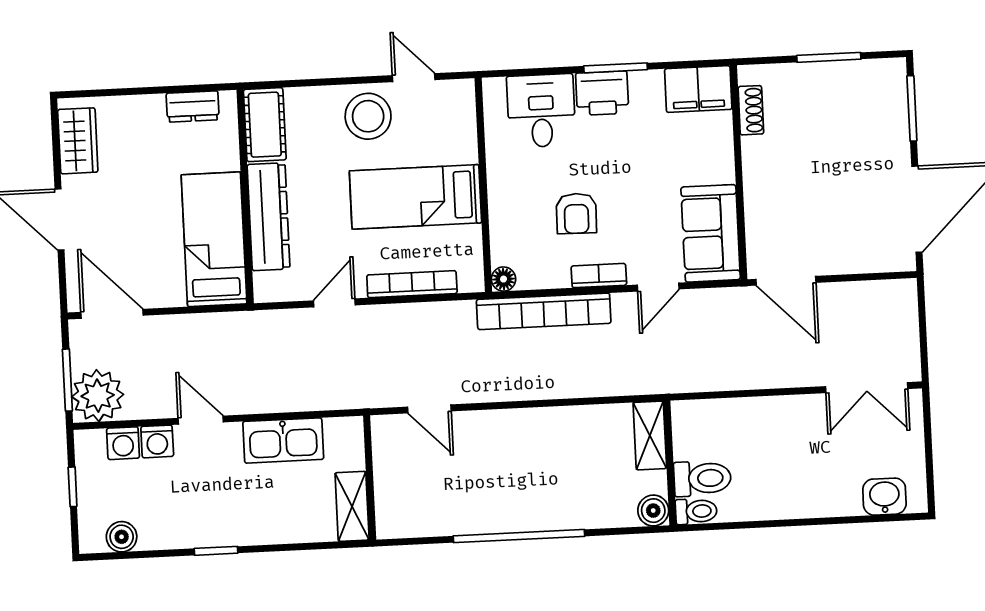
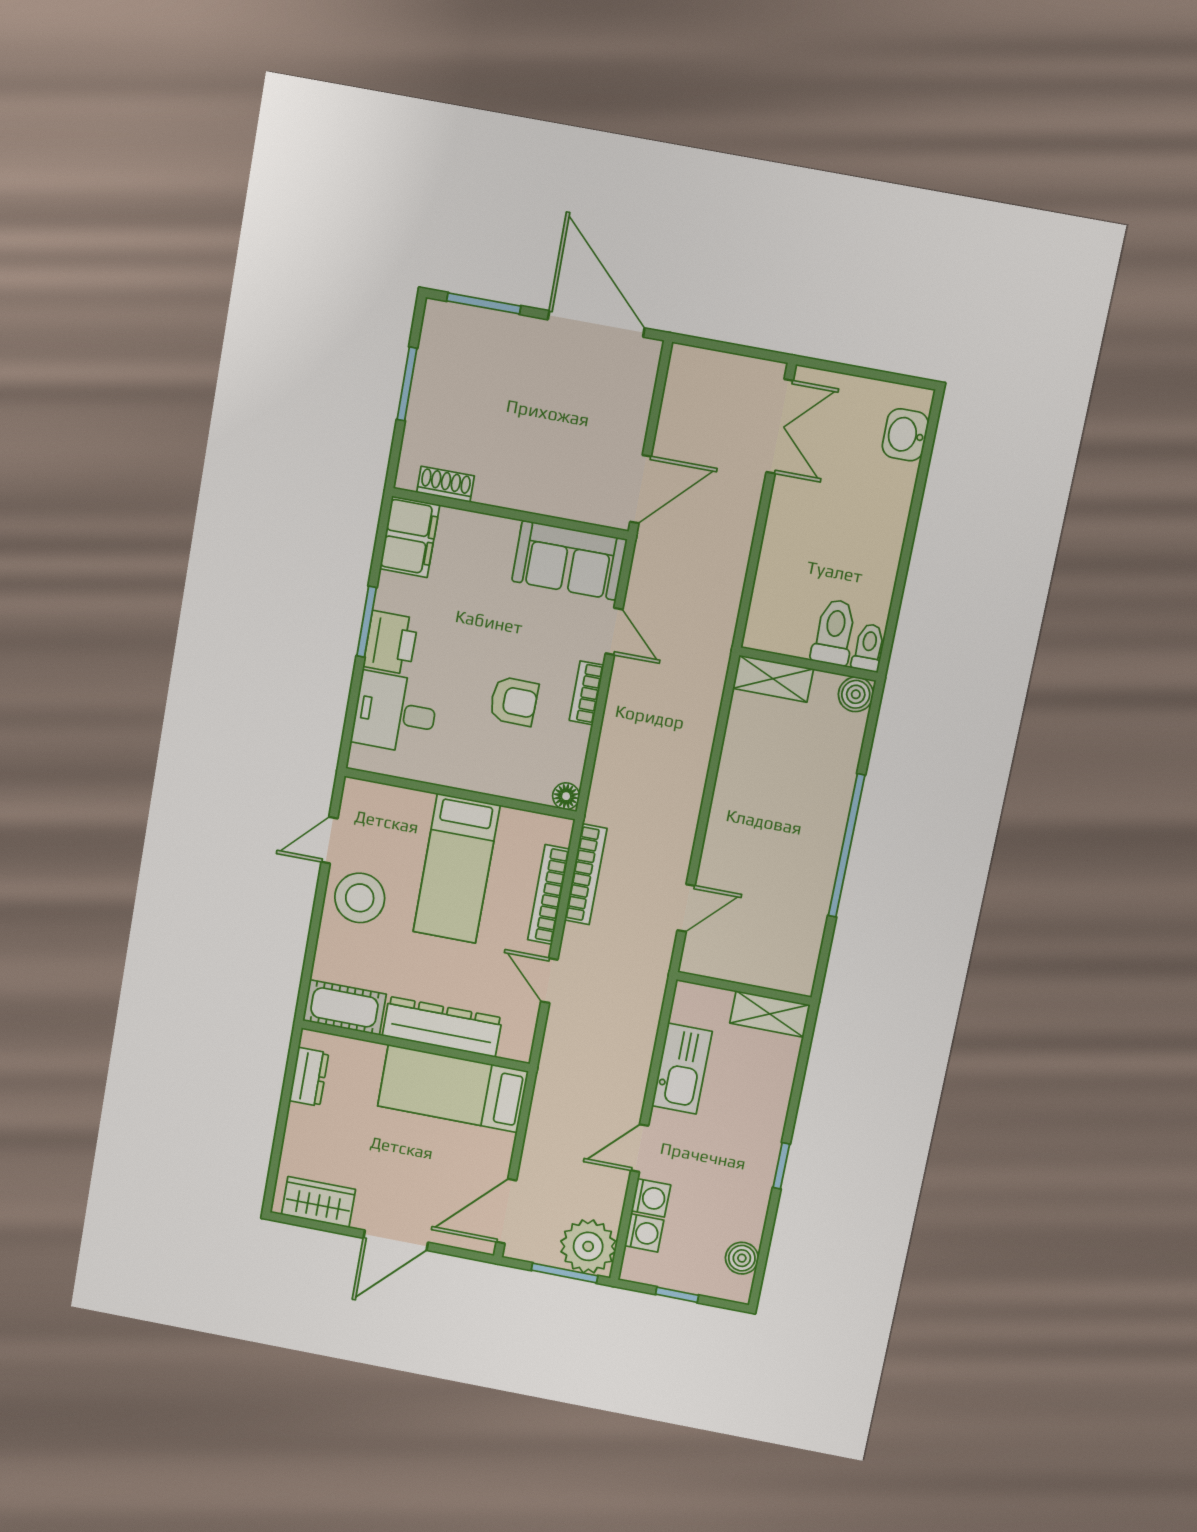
bookcase: (544, 311) -> (586, 874), moved, width x0.68, depth x0.76

